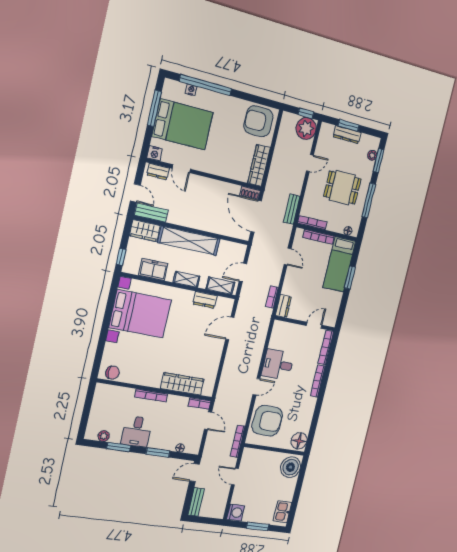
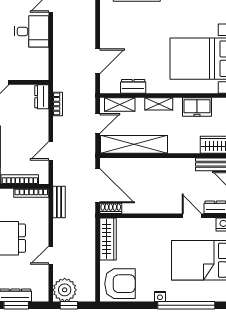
nightstand: (191, 90) -> (160, 296), moved
shelving: (189, 241) -> (134, 144), moved
door: (288, 257) -> (51, 151), hinge flipped

